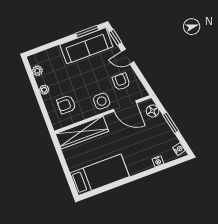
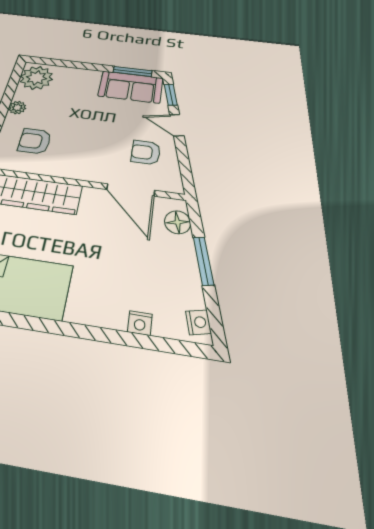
sofa: (86, 46) -> (131, 87), width x0.73
plant: (37, 71) -> (36, 78), width x1.87, depth x1.87
armchair: (121, 82) -> (146, 152), turned -90
side table: (102, 101) -> (95, 164), removed

